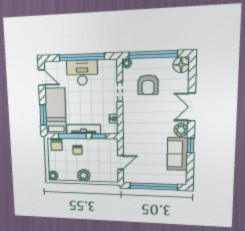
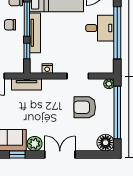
desk: (82, 73) -> (100, 28), width x0.73
tv unit: (128, 137) -> (27, 84), added

